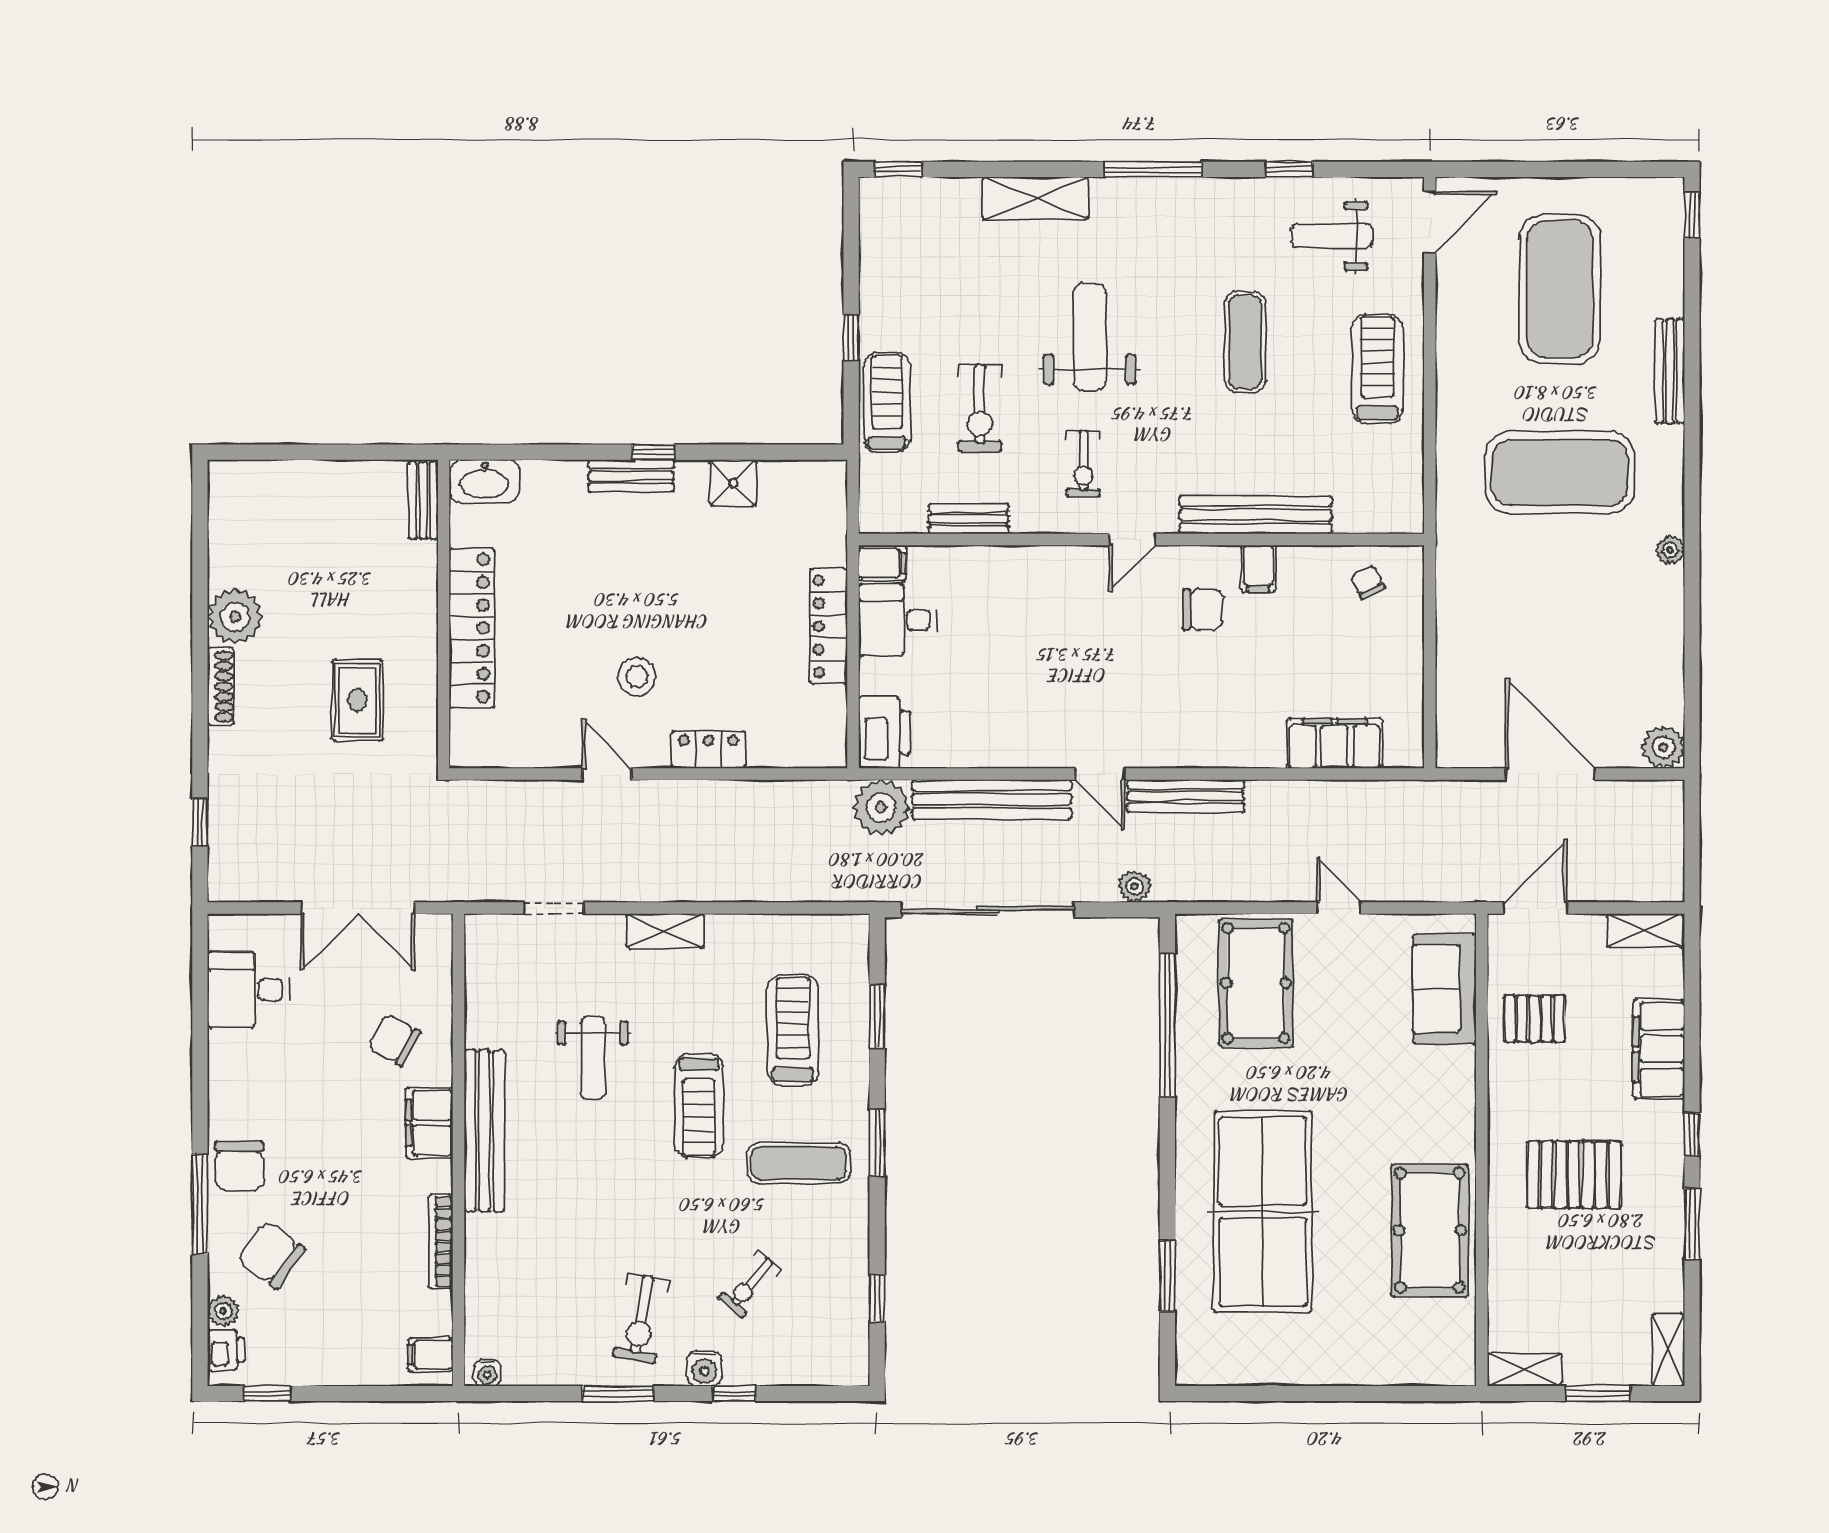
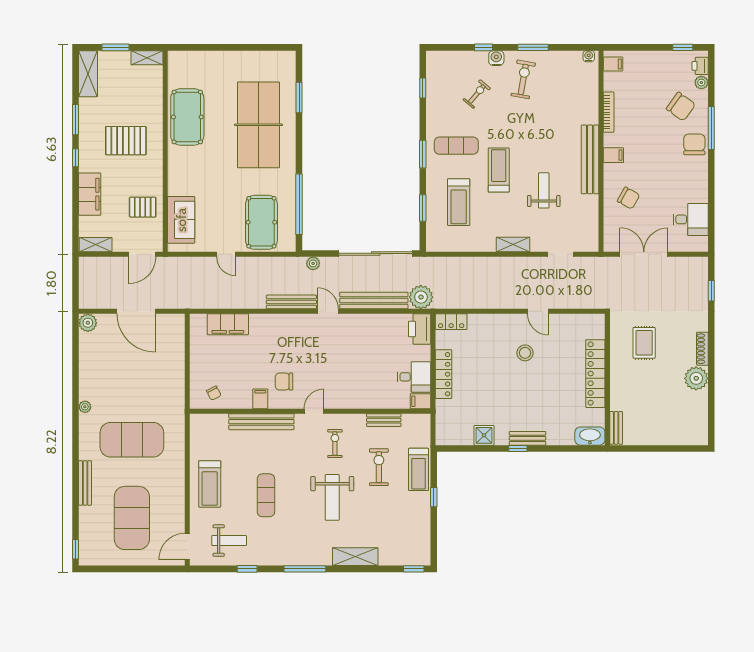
locker: (709, 750) -> (451, 322), moved
filing cabinet: (429, 1123) -> (613, 155), width x0.50
shelving: (1668, 1350) -> (88, 74), width x1.50, depth x1.33

